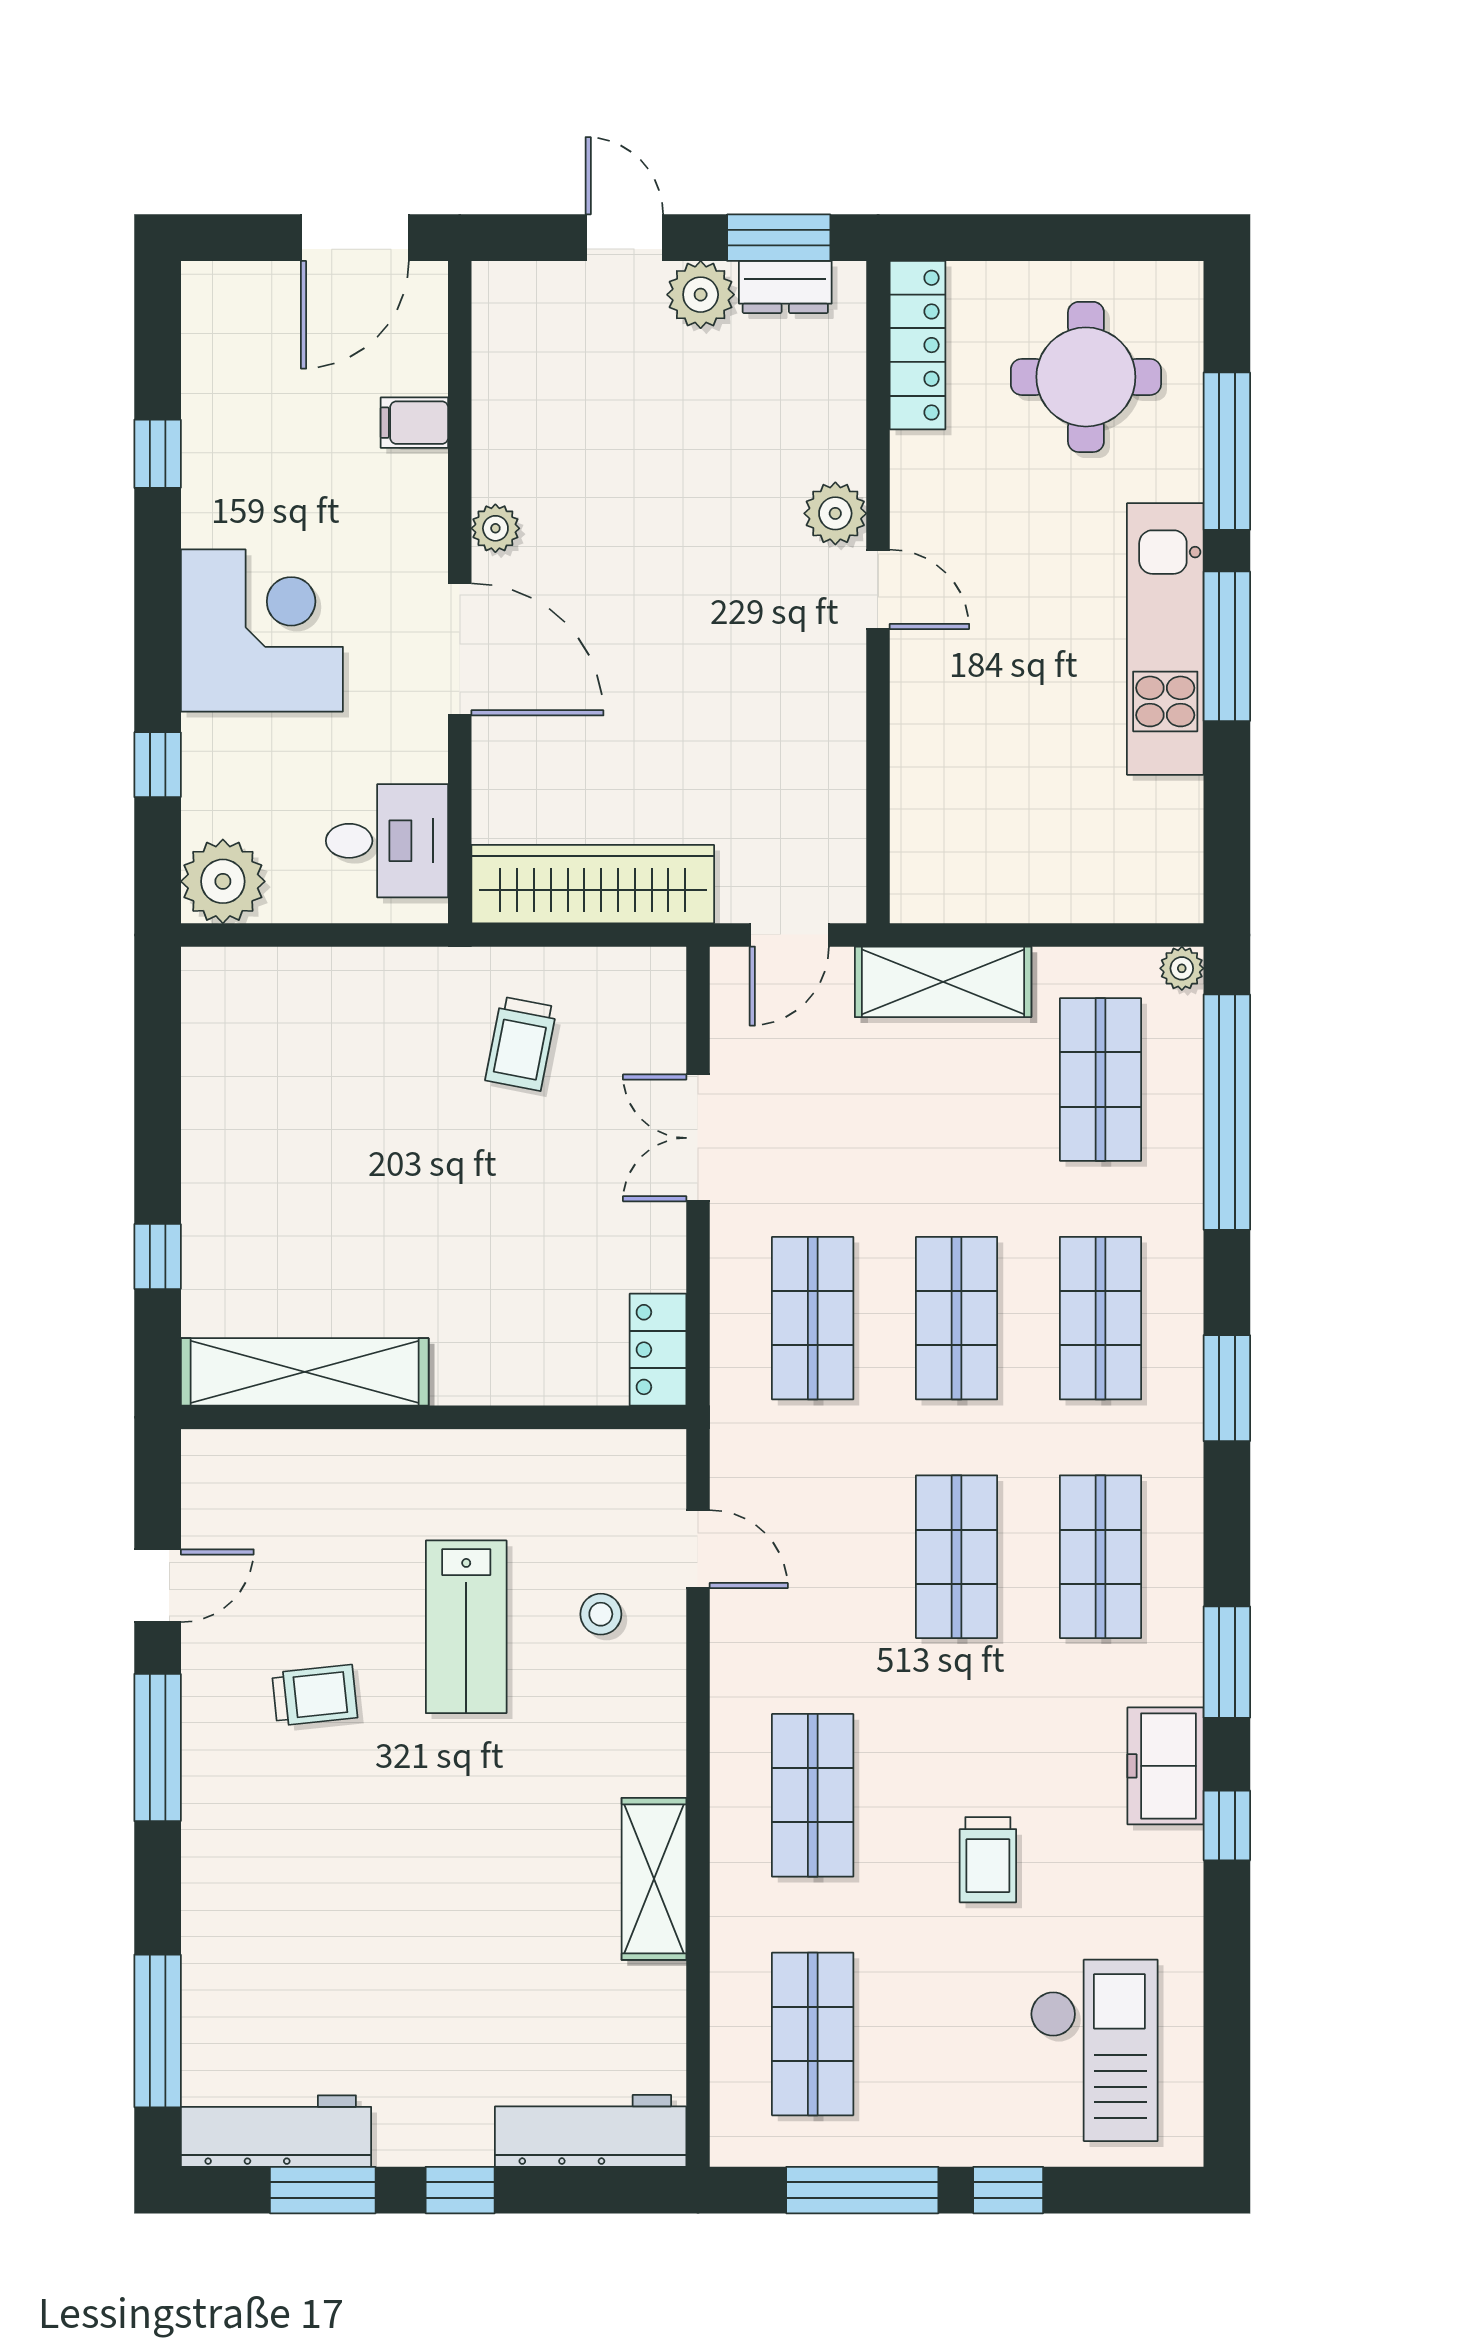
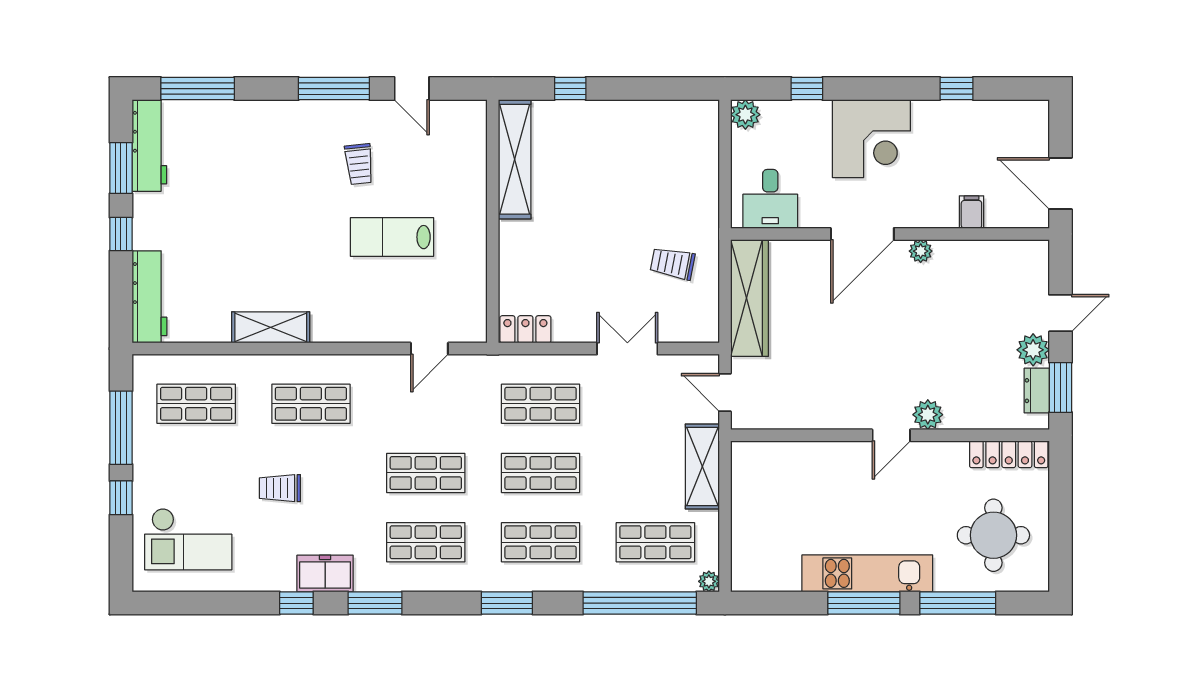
plant: (223, 881) -> (745, 115), width x0.73, depth x0.73
stool: (601, 1614) -> (398, 302), removed

